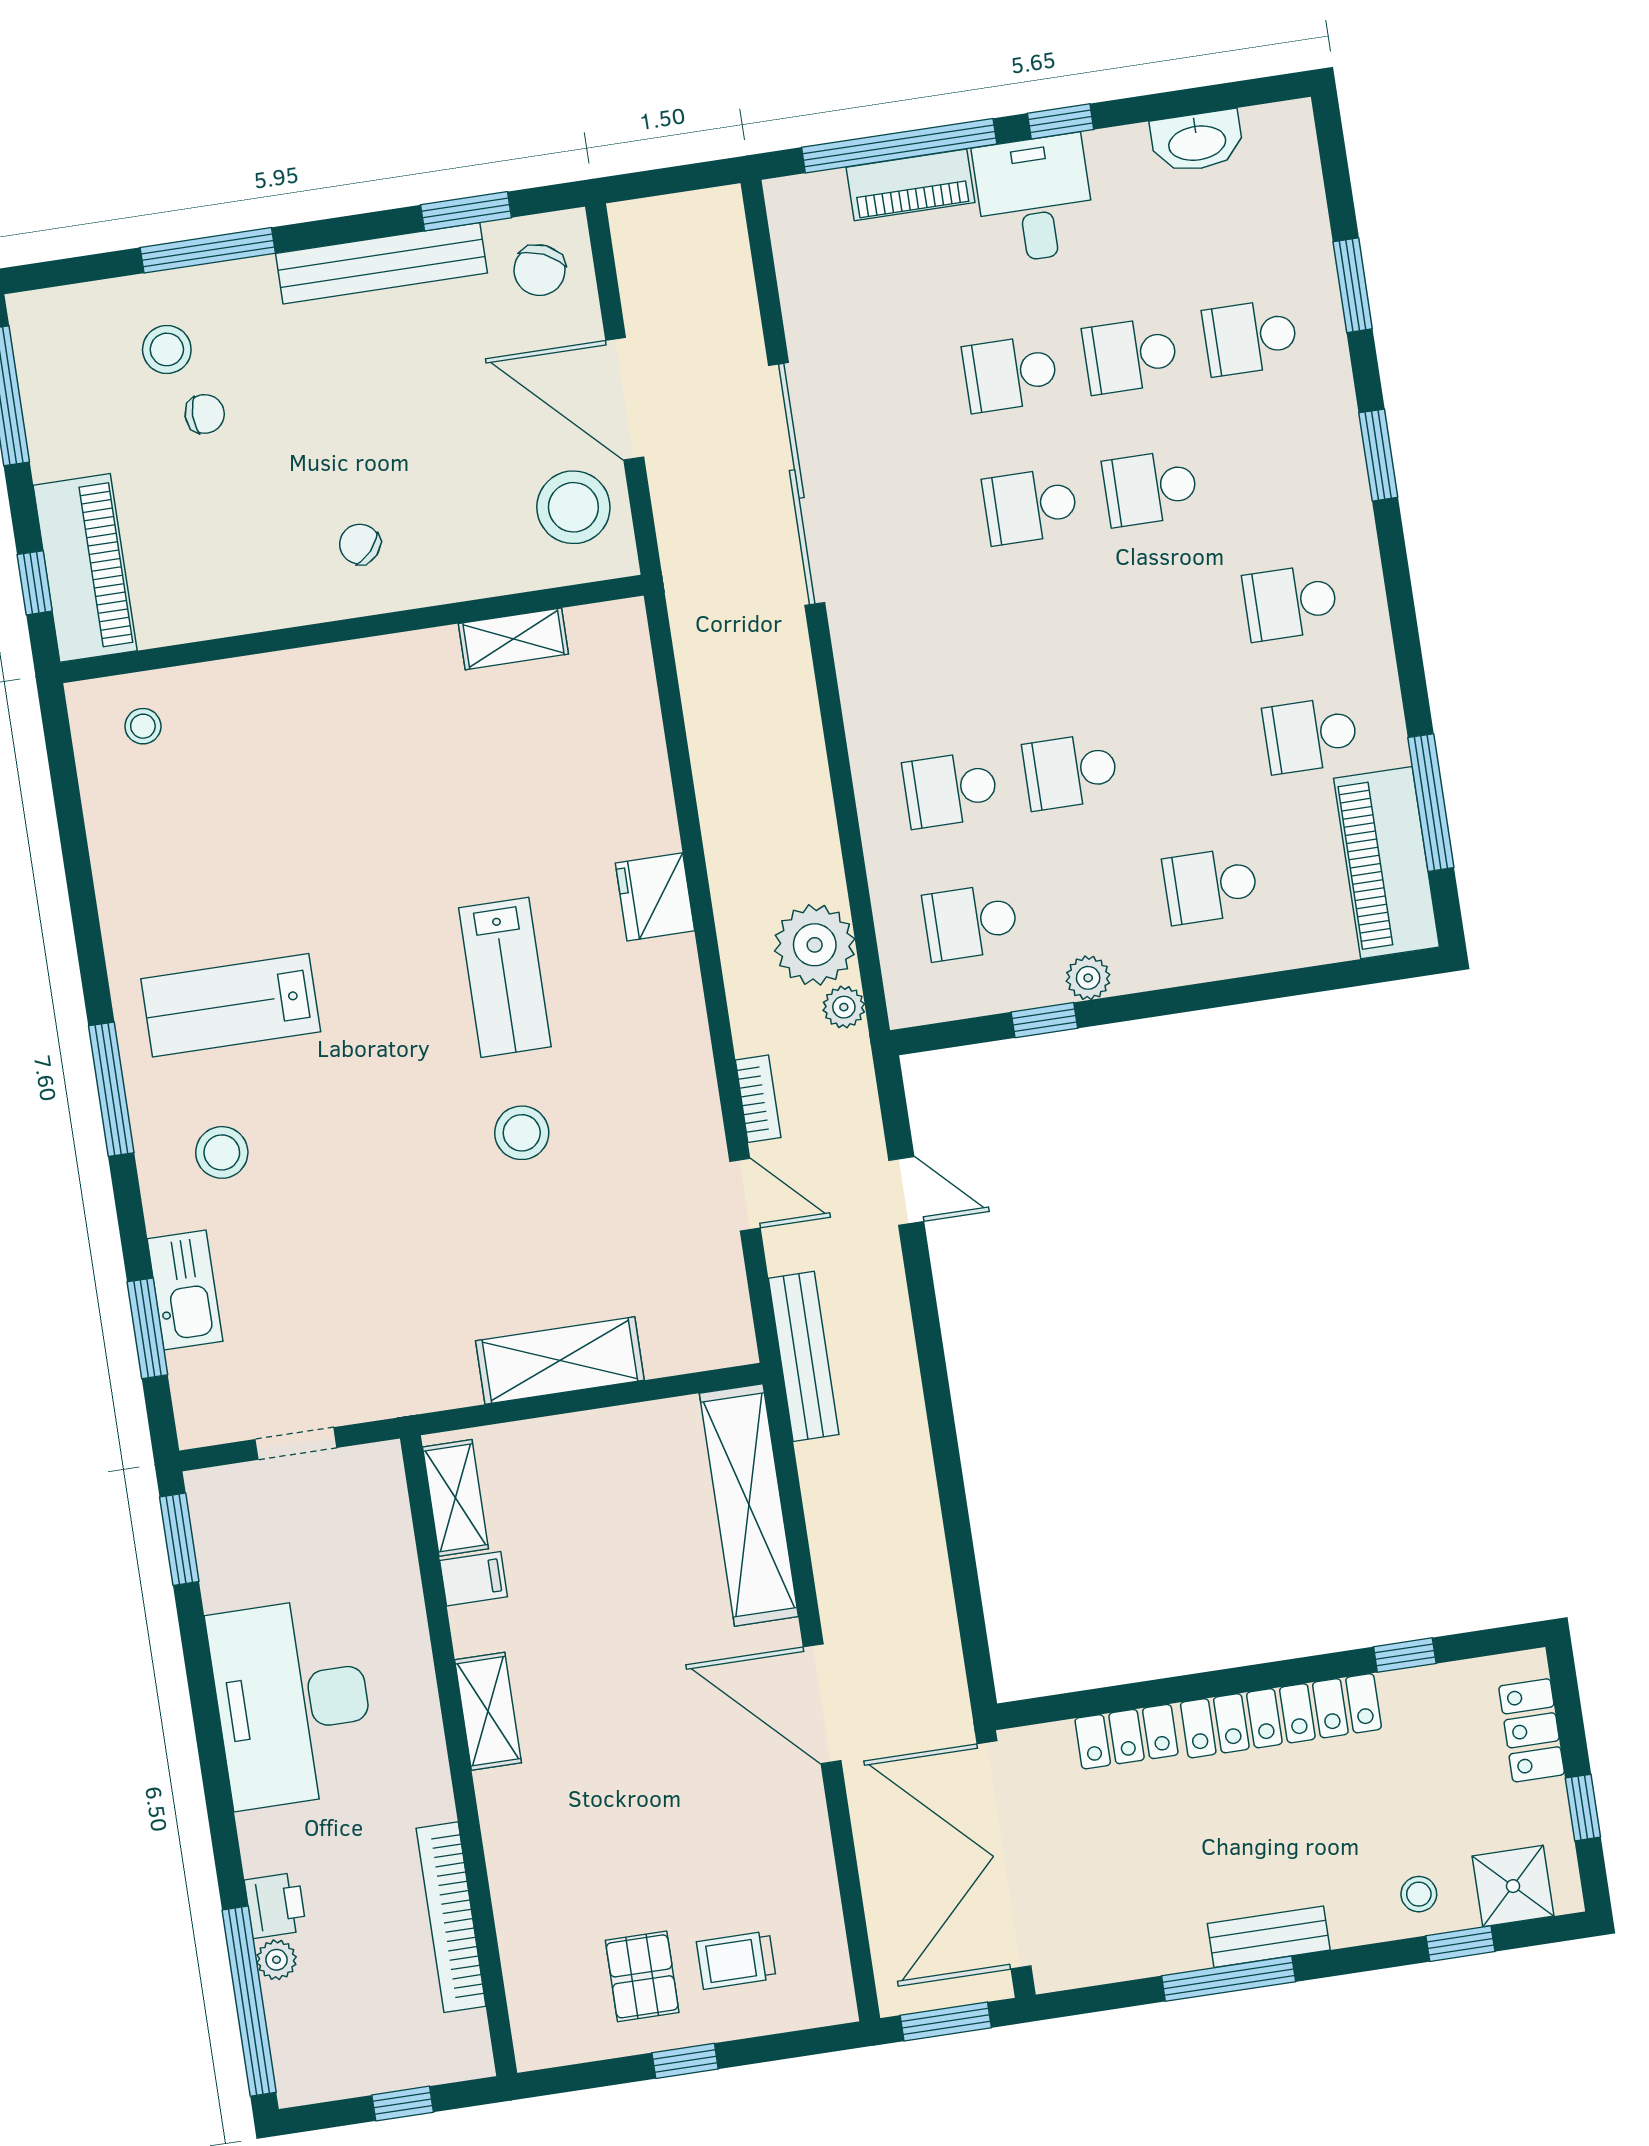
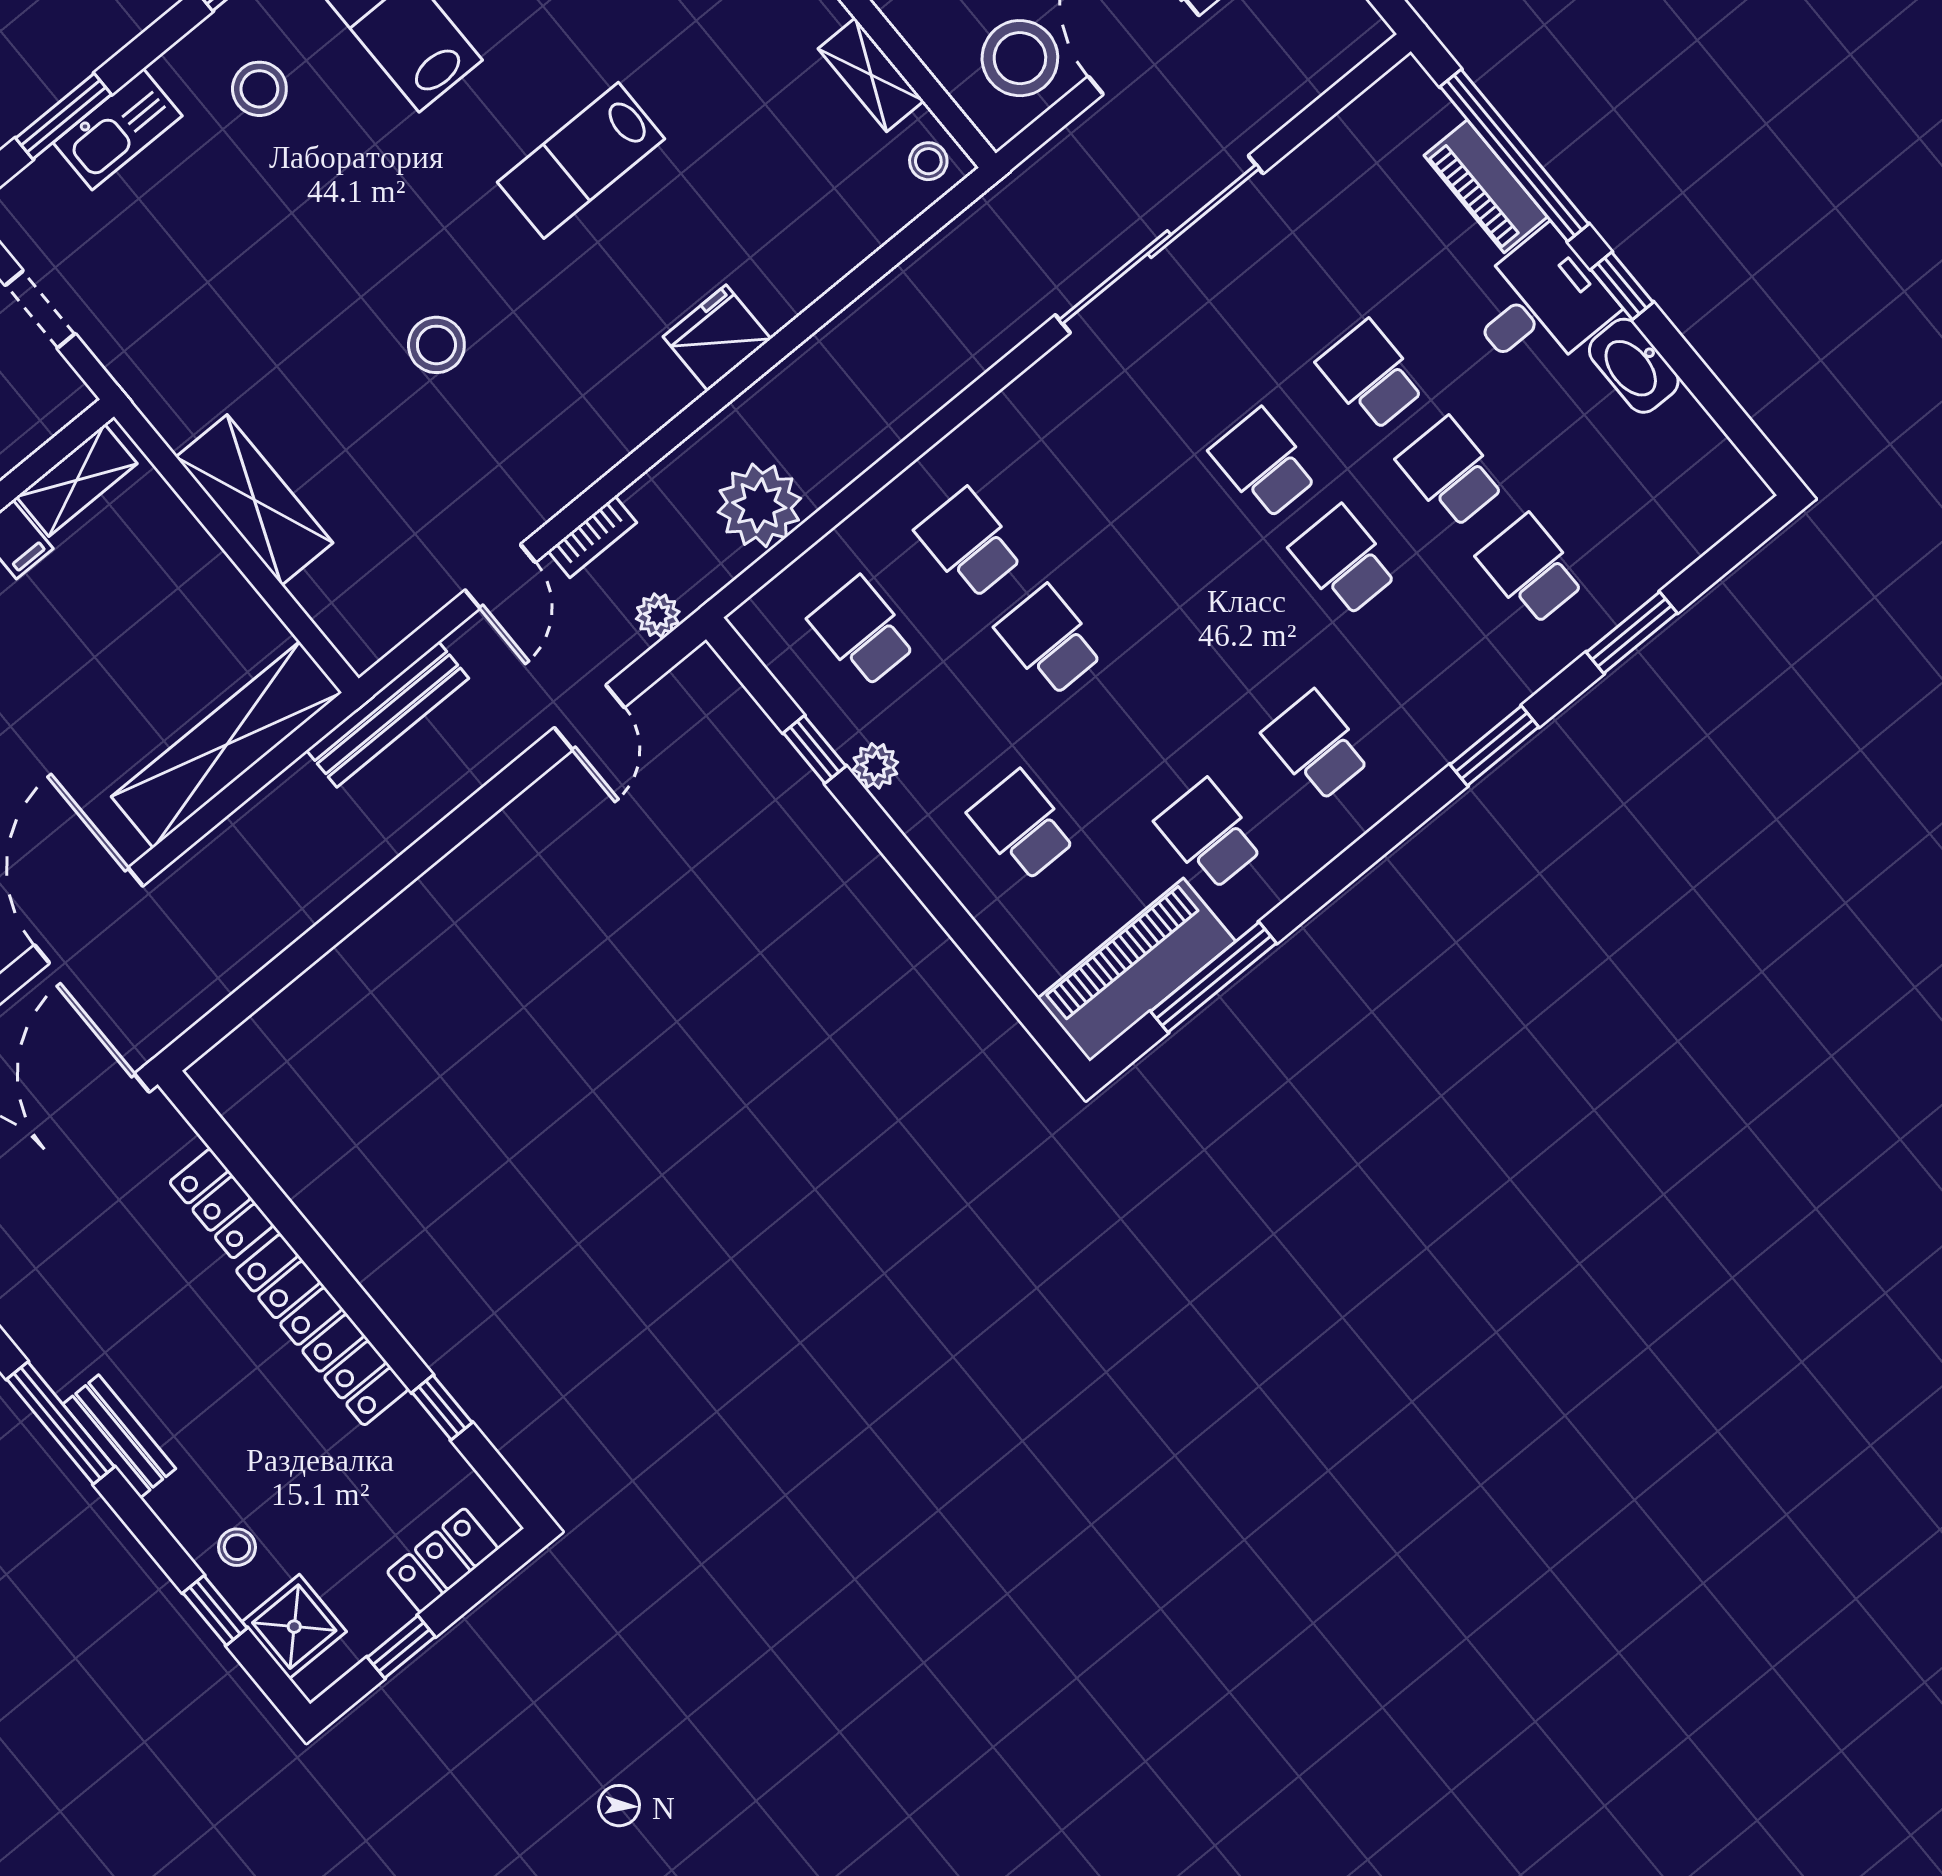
washbasin: (1197, 141) -> (1634, 366), moved
stool: (613, 634) -> (928, 161), added
lab bench: (505, 977) -> (581, 160), moved
plant: (844, 1007) -> (658, 615), moved

